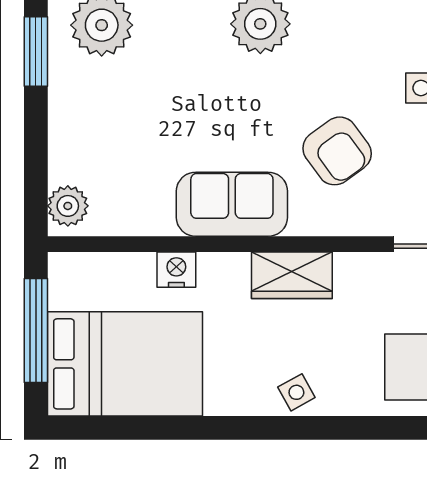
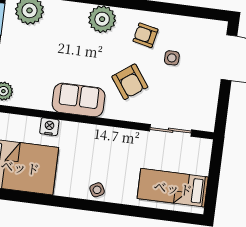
armchair: (358, 47) -> (145, 35), added
wardrobe: (292, 275) -> (102, 136), removed

